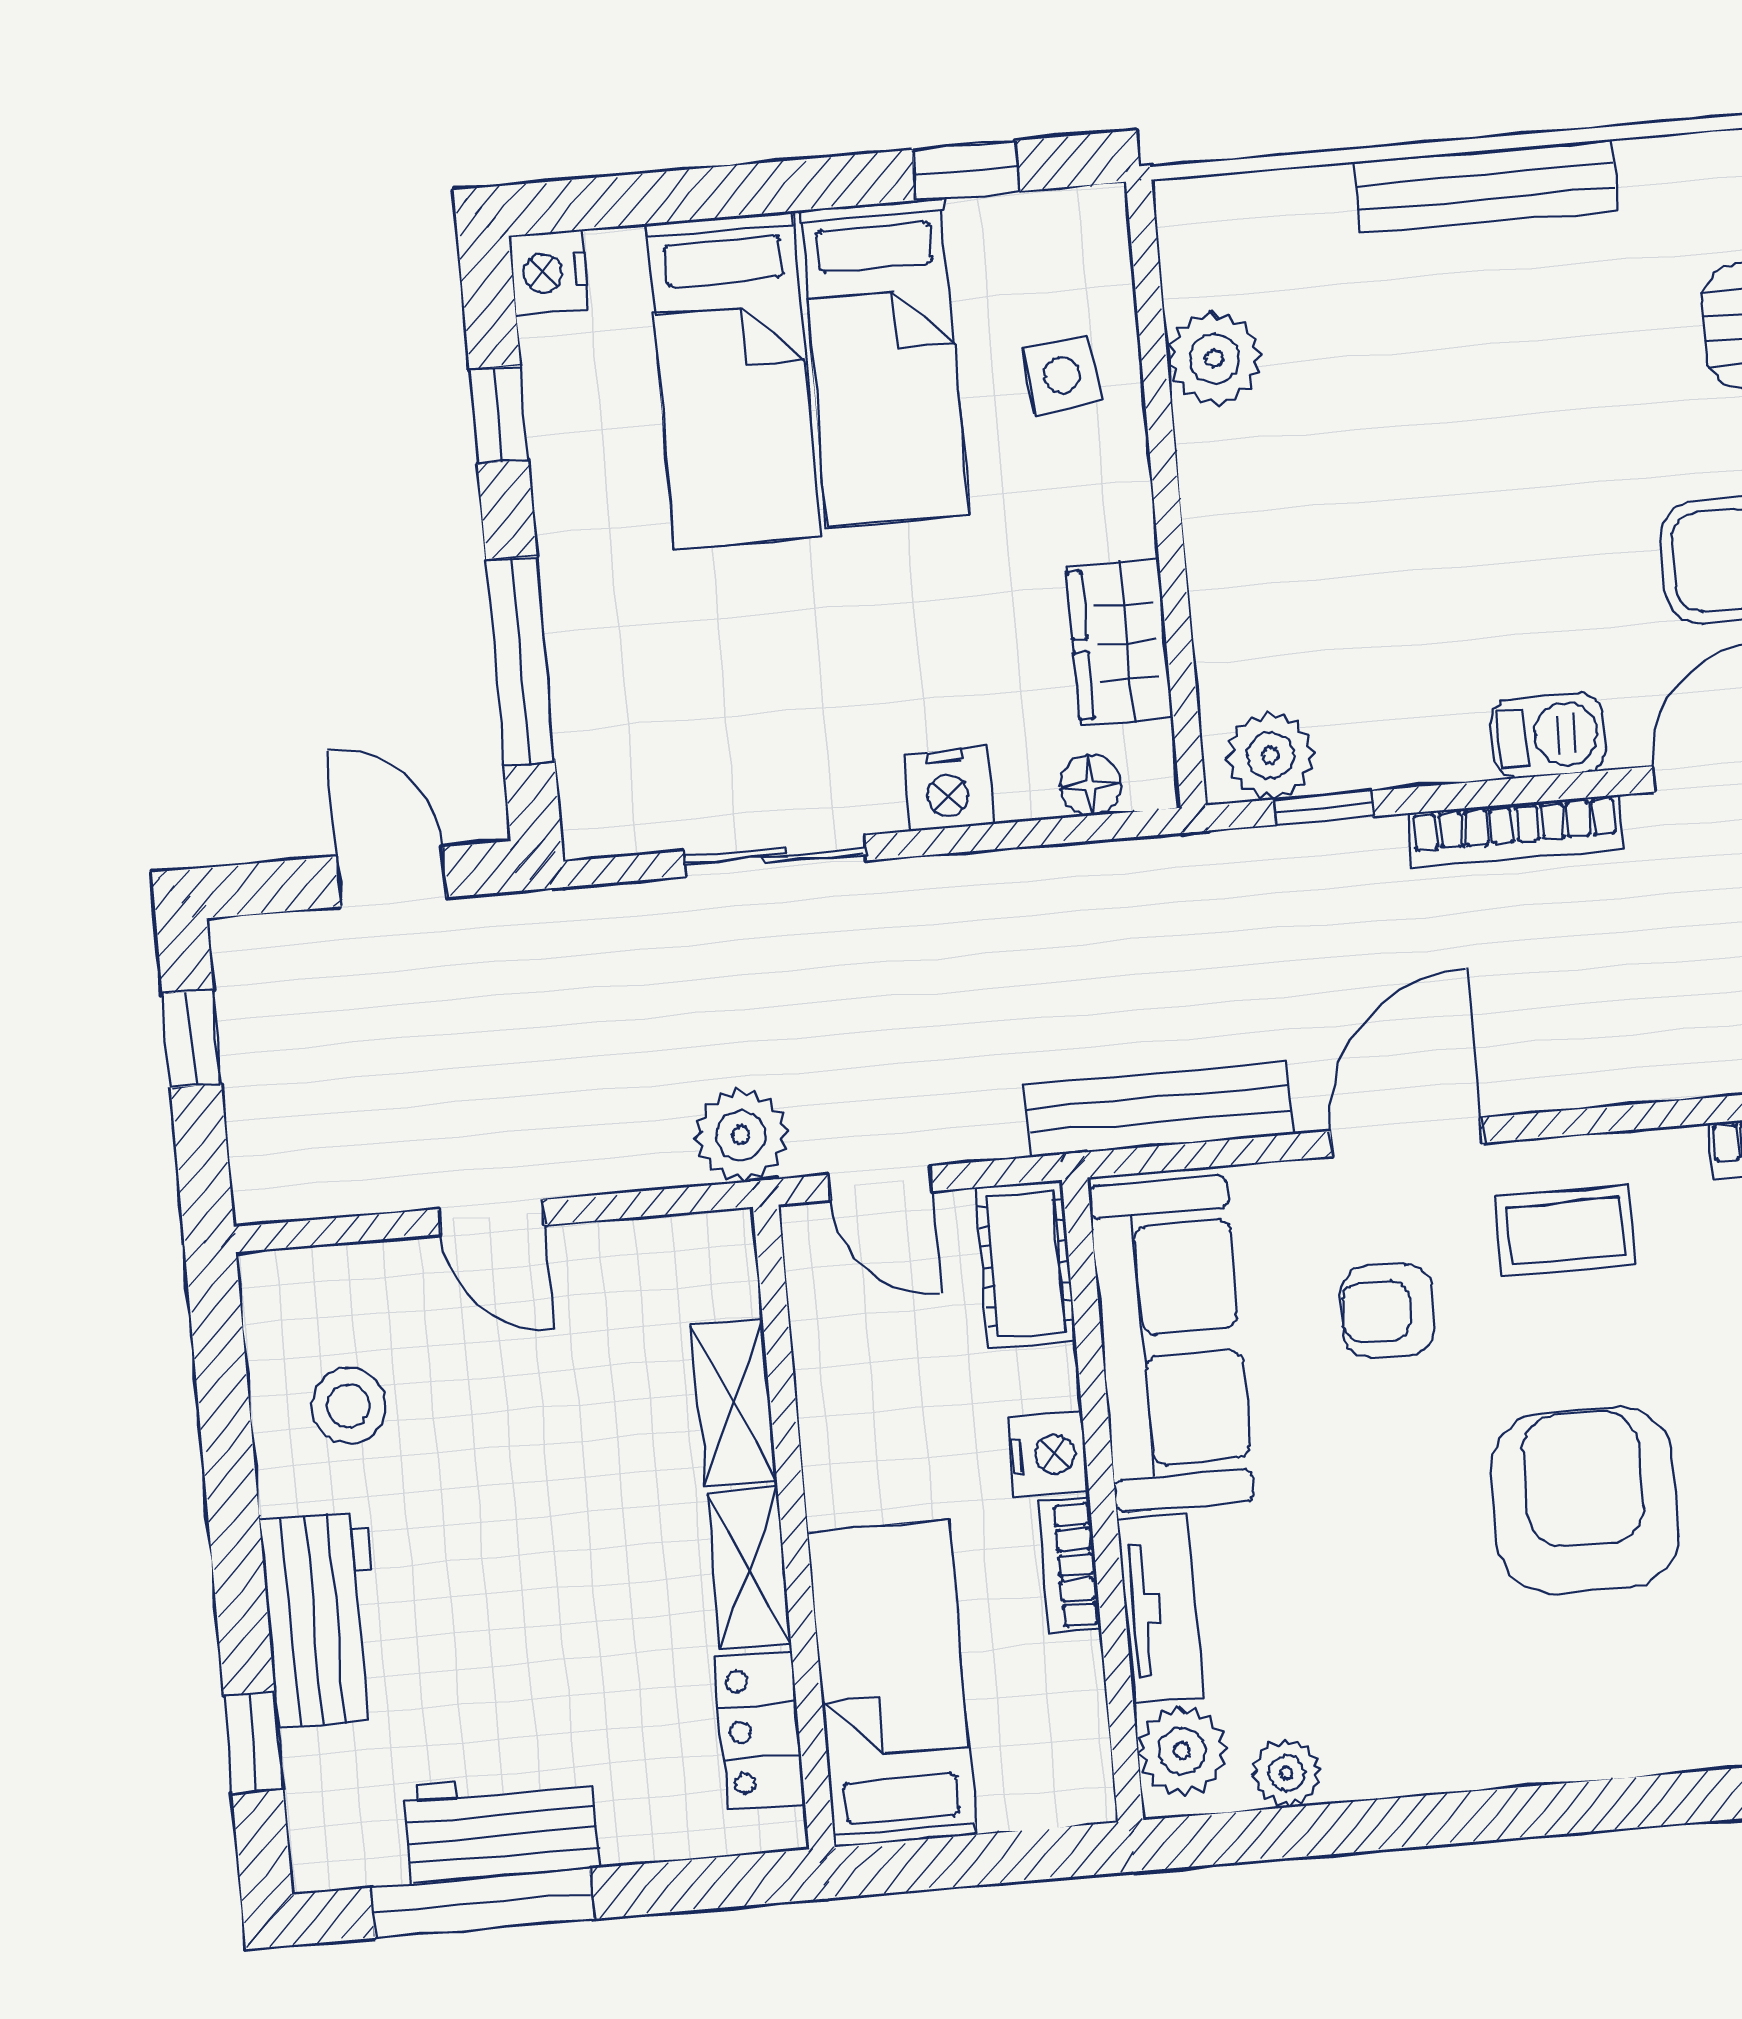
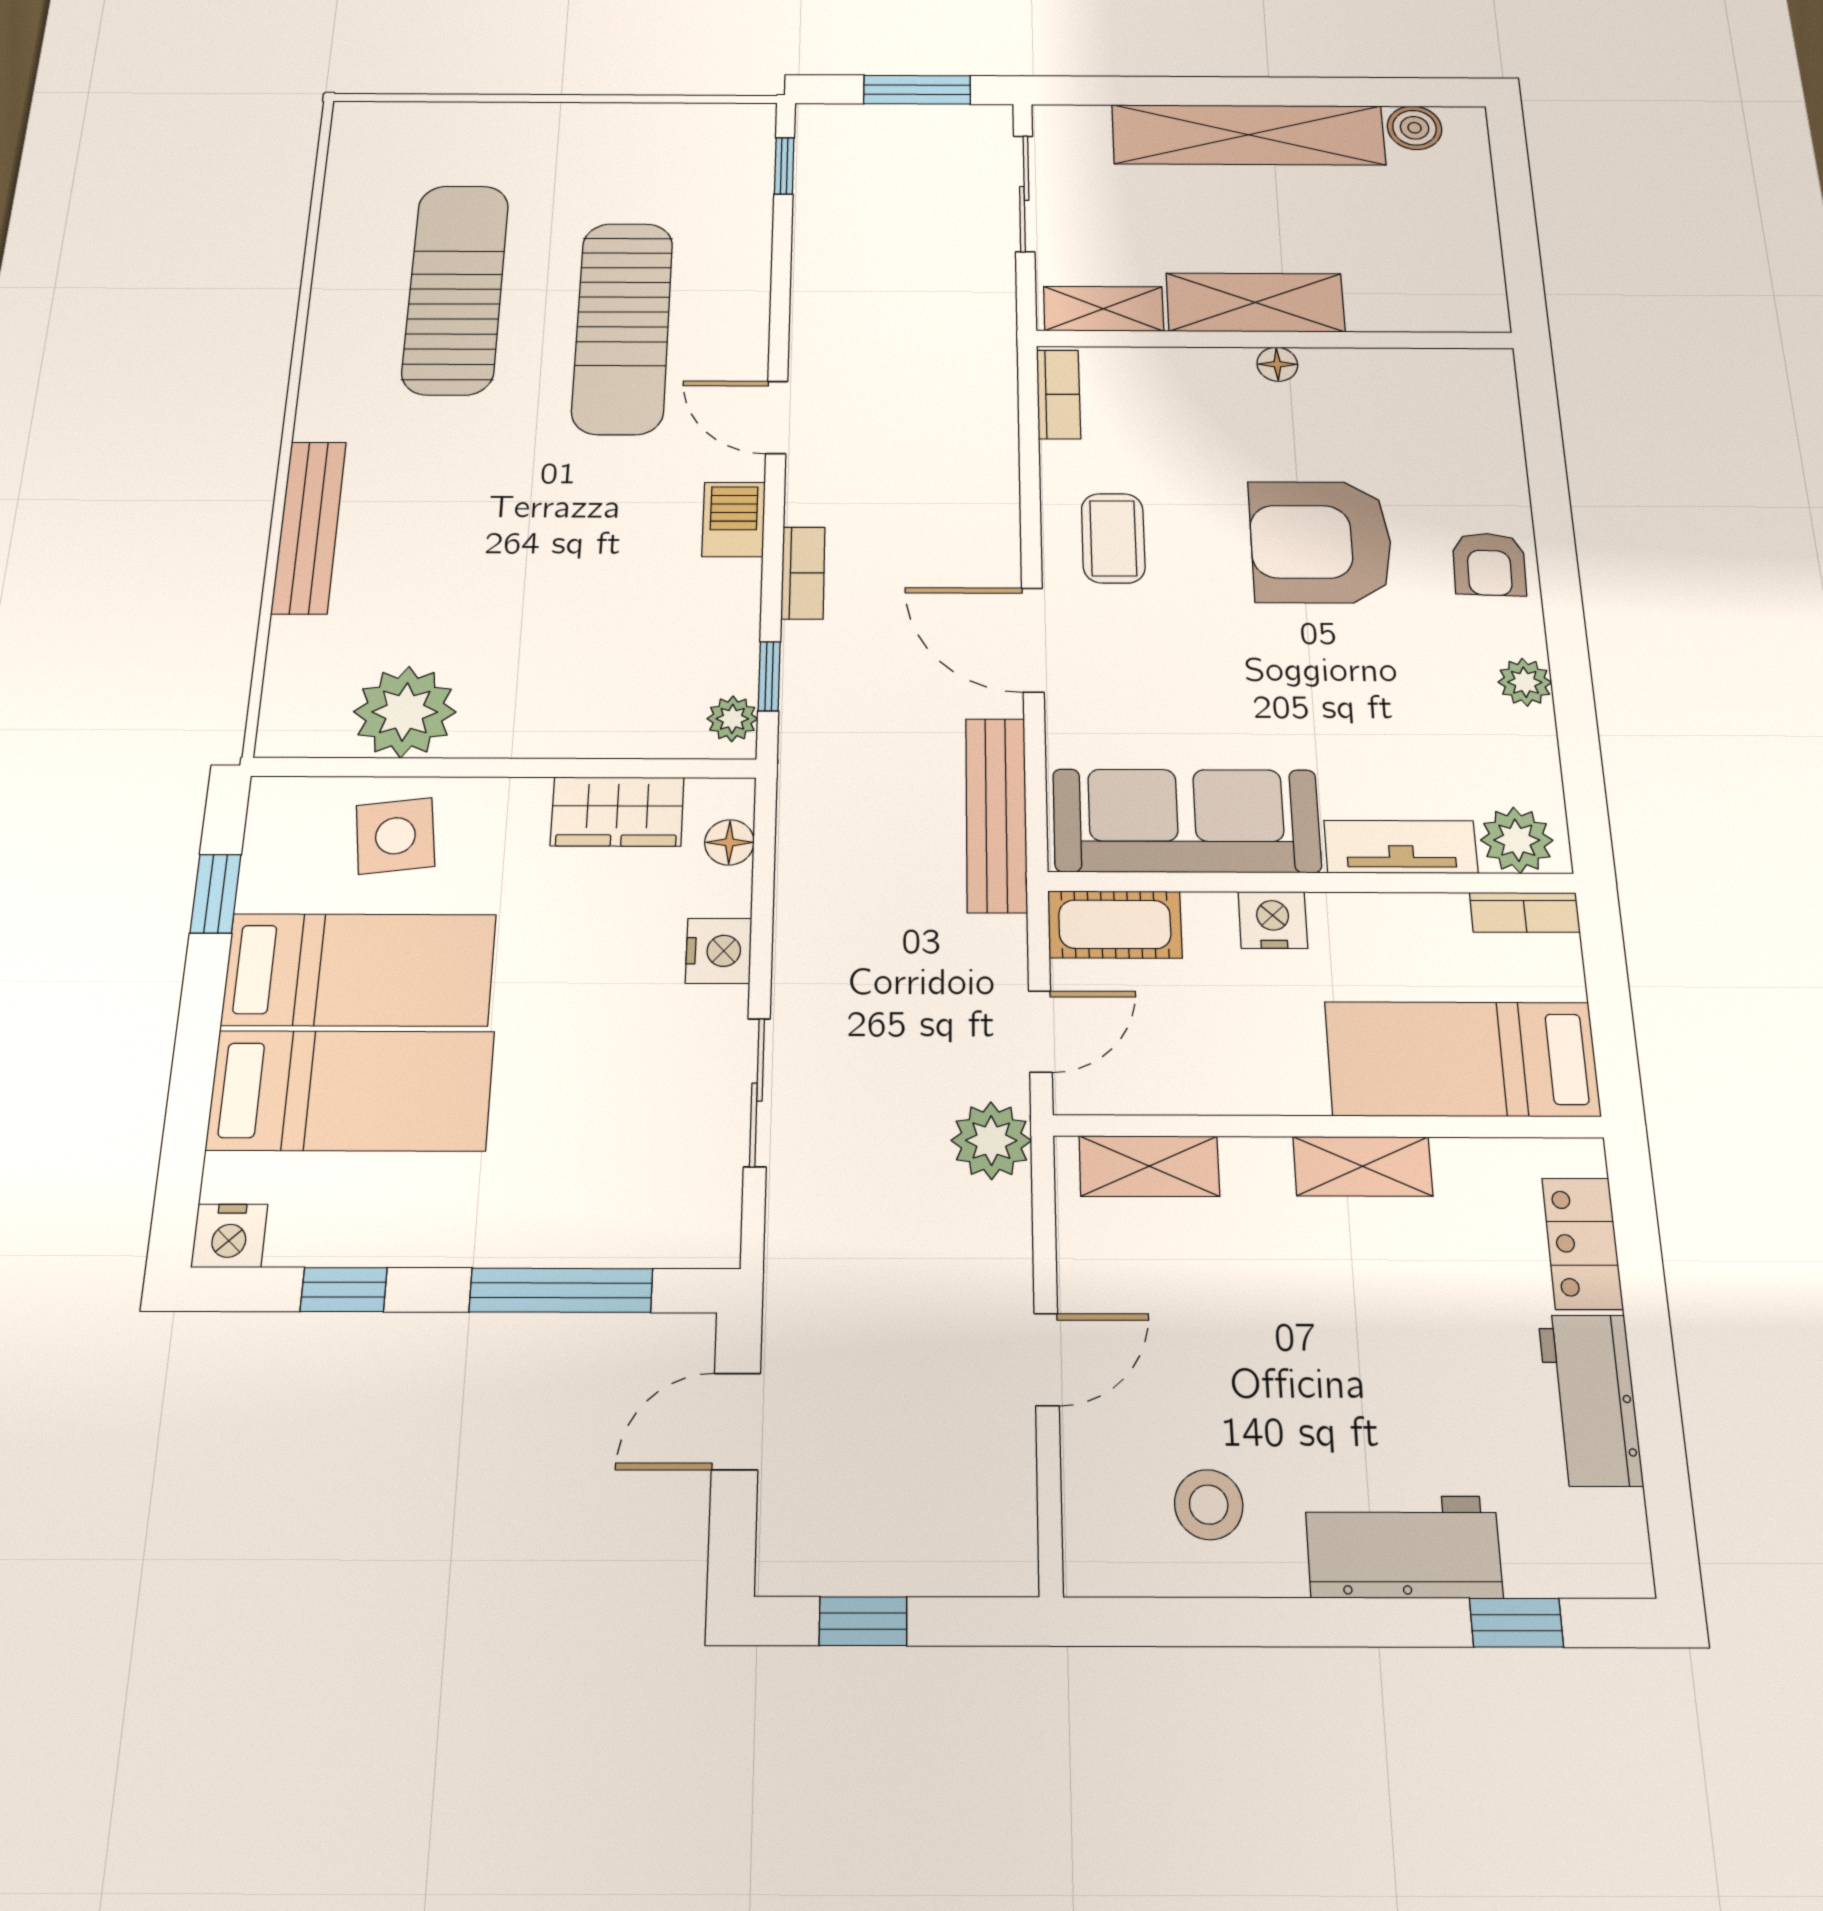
plant: (1214, 358) -> (405, 712), width x1.36, depth x1.36
side table: (1062, 375) -> (395, 836), width x1.37, depth x1.37
plant: (1271, 755) -> (732, 719), width x0.73, depth x0.73
bookcase: (1515, 831) -> (803, 573), width x0.64
armchair: (1388, 1311) -> (1489, 564), moved
shelving: (734, 1403) -> (1149, 1166), moved
bookcase: (1070, 1565) -> (1525, 912), moved
locker: (760, 1731) -> (1582, 1243), moved, turned 90
plant: (1286, 1773) -> (1525, 682), moved
window: (482, 1903) -> (1659, 1423), removed

